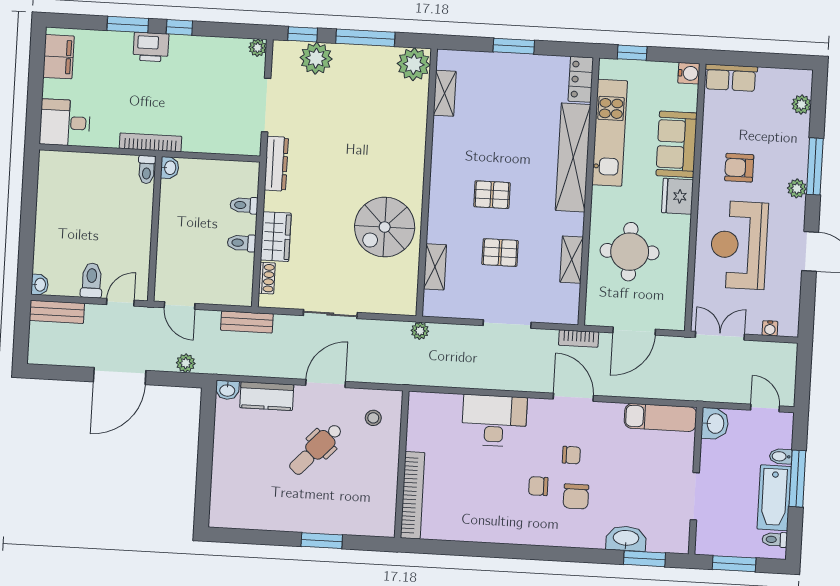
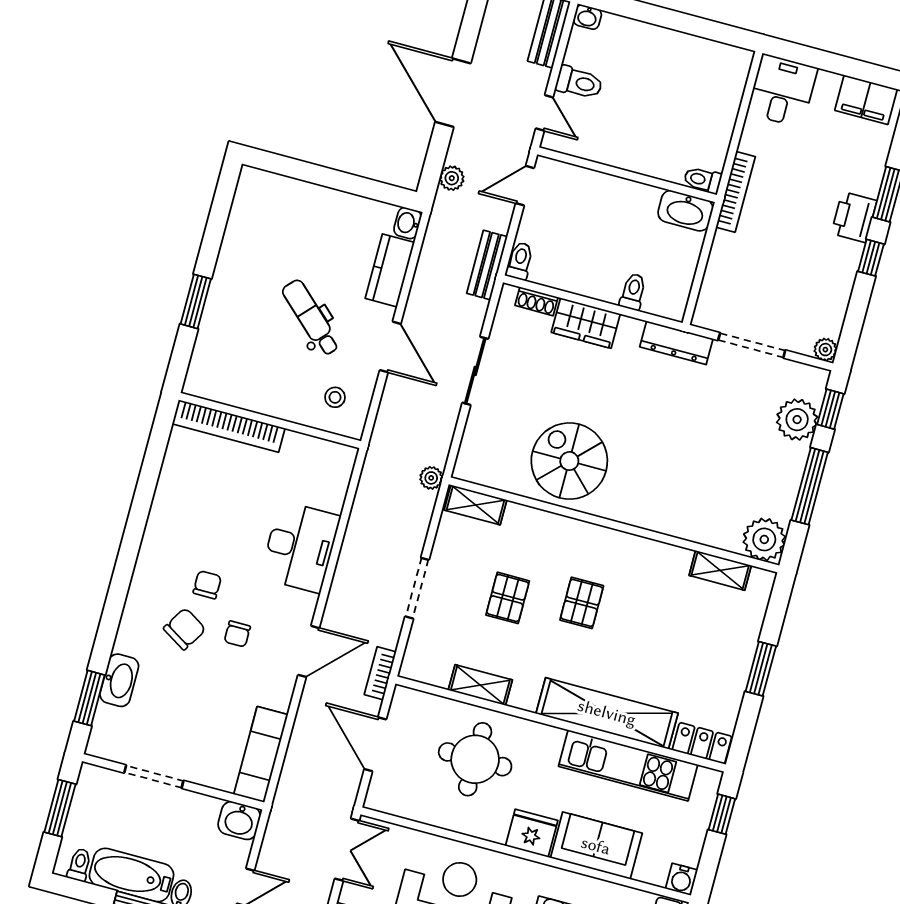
washbasin: (170, 168) -> (686, 211), width x1.91, depth x1.45
toilet: (242, 243) -> (520, 261), moved
shelving: (435, 267) -> (475, 505), moved
chair: (576, 496) -> (185, 629), turned 122

